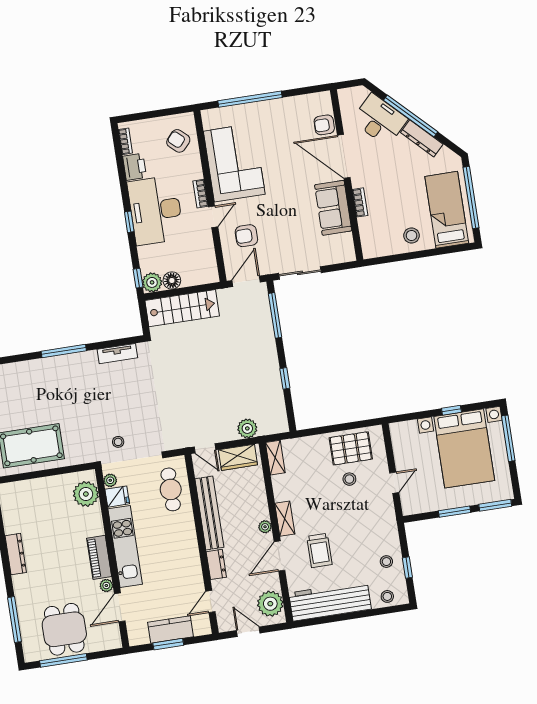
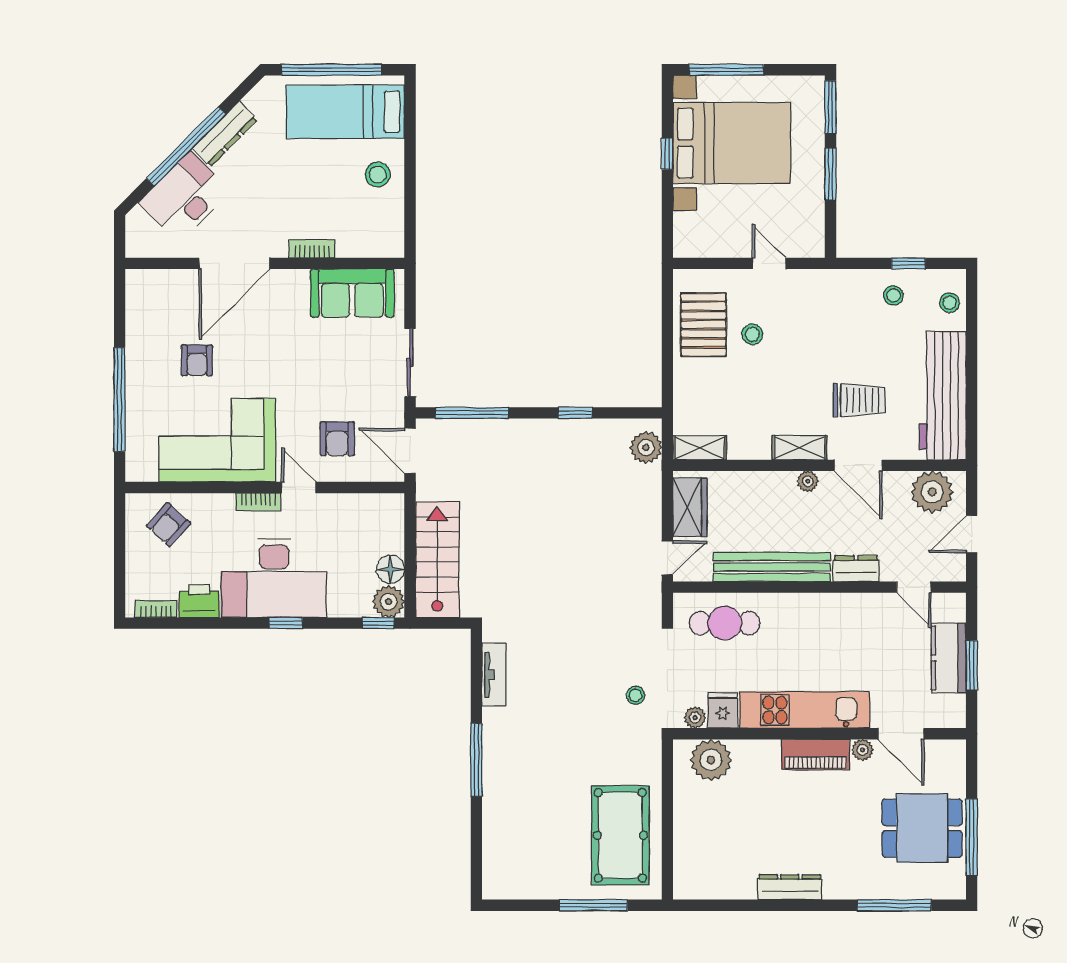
armchair: (324, 125) -> (197, 360), moved
sofa: (333, 208) -> (352, 293), moved
plant: (247, 428) -> (646, 448), moved

